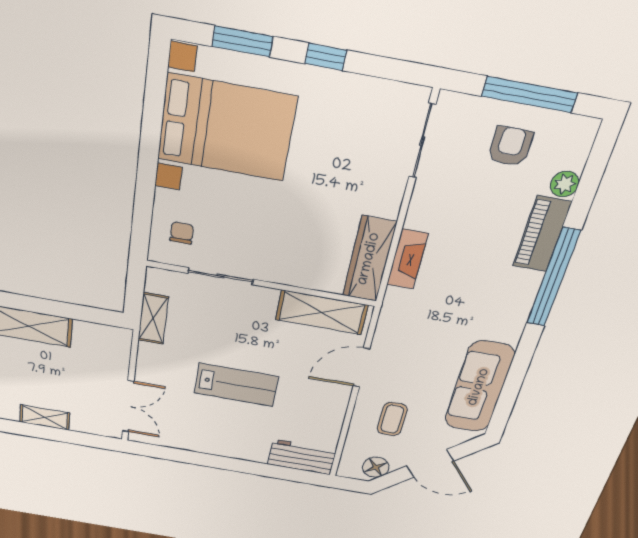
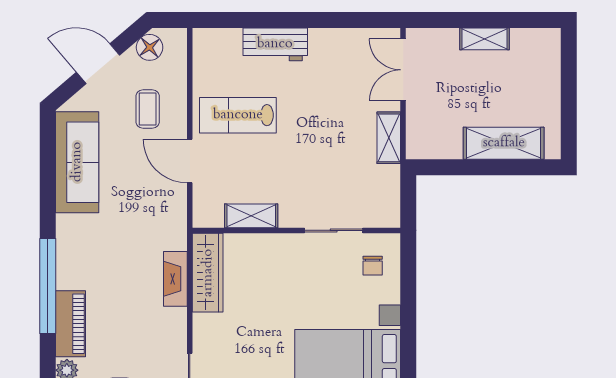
shelving: (322, 312) -> (251, 216), width x0.67, depth x0.75
shelving: (153, 319) -> (389, 138), moved
door: (361, 368) -> (190, 161), swing flipped
lab bench: (236, 385) -> (238, 115), moved
workbench: (302, 457) -> (275, 44), moved

